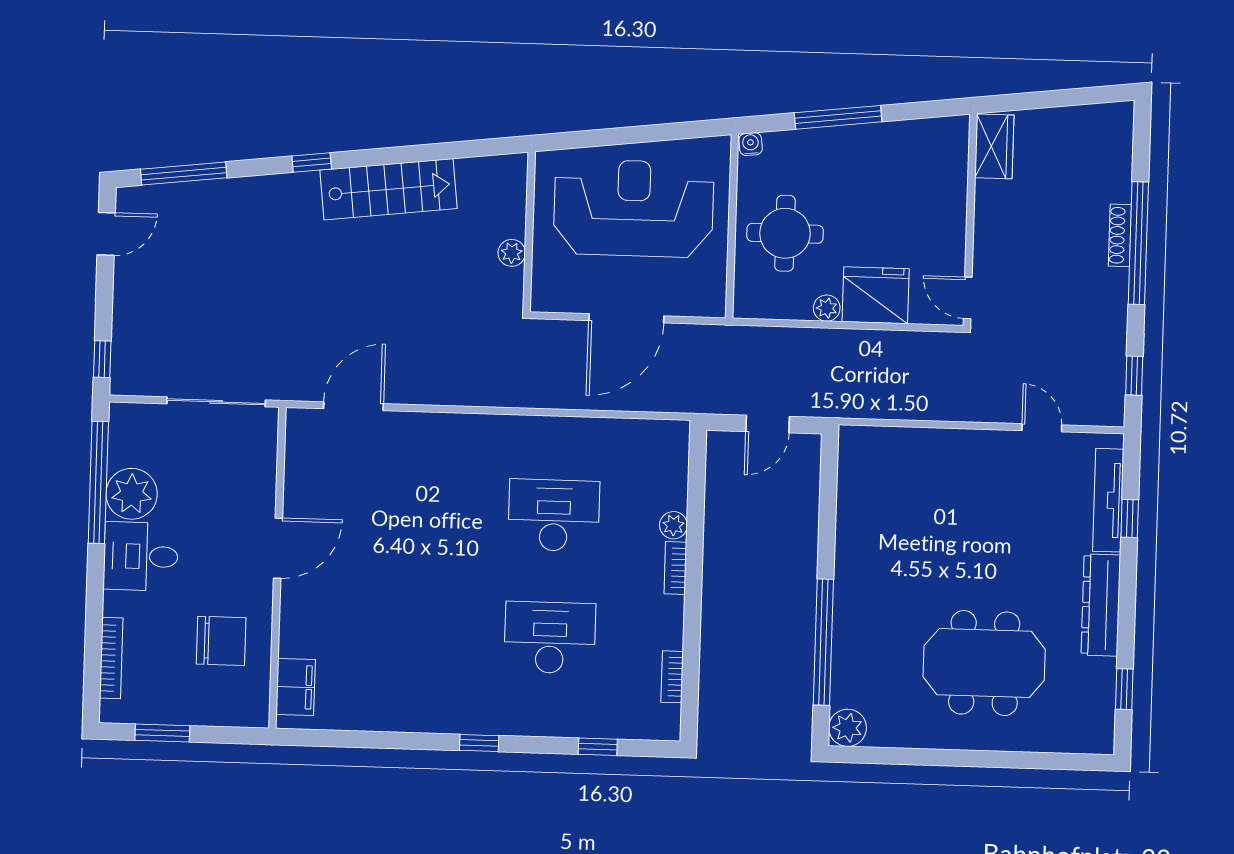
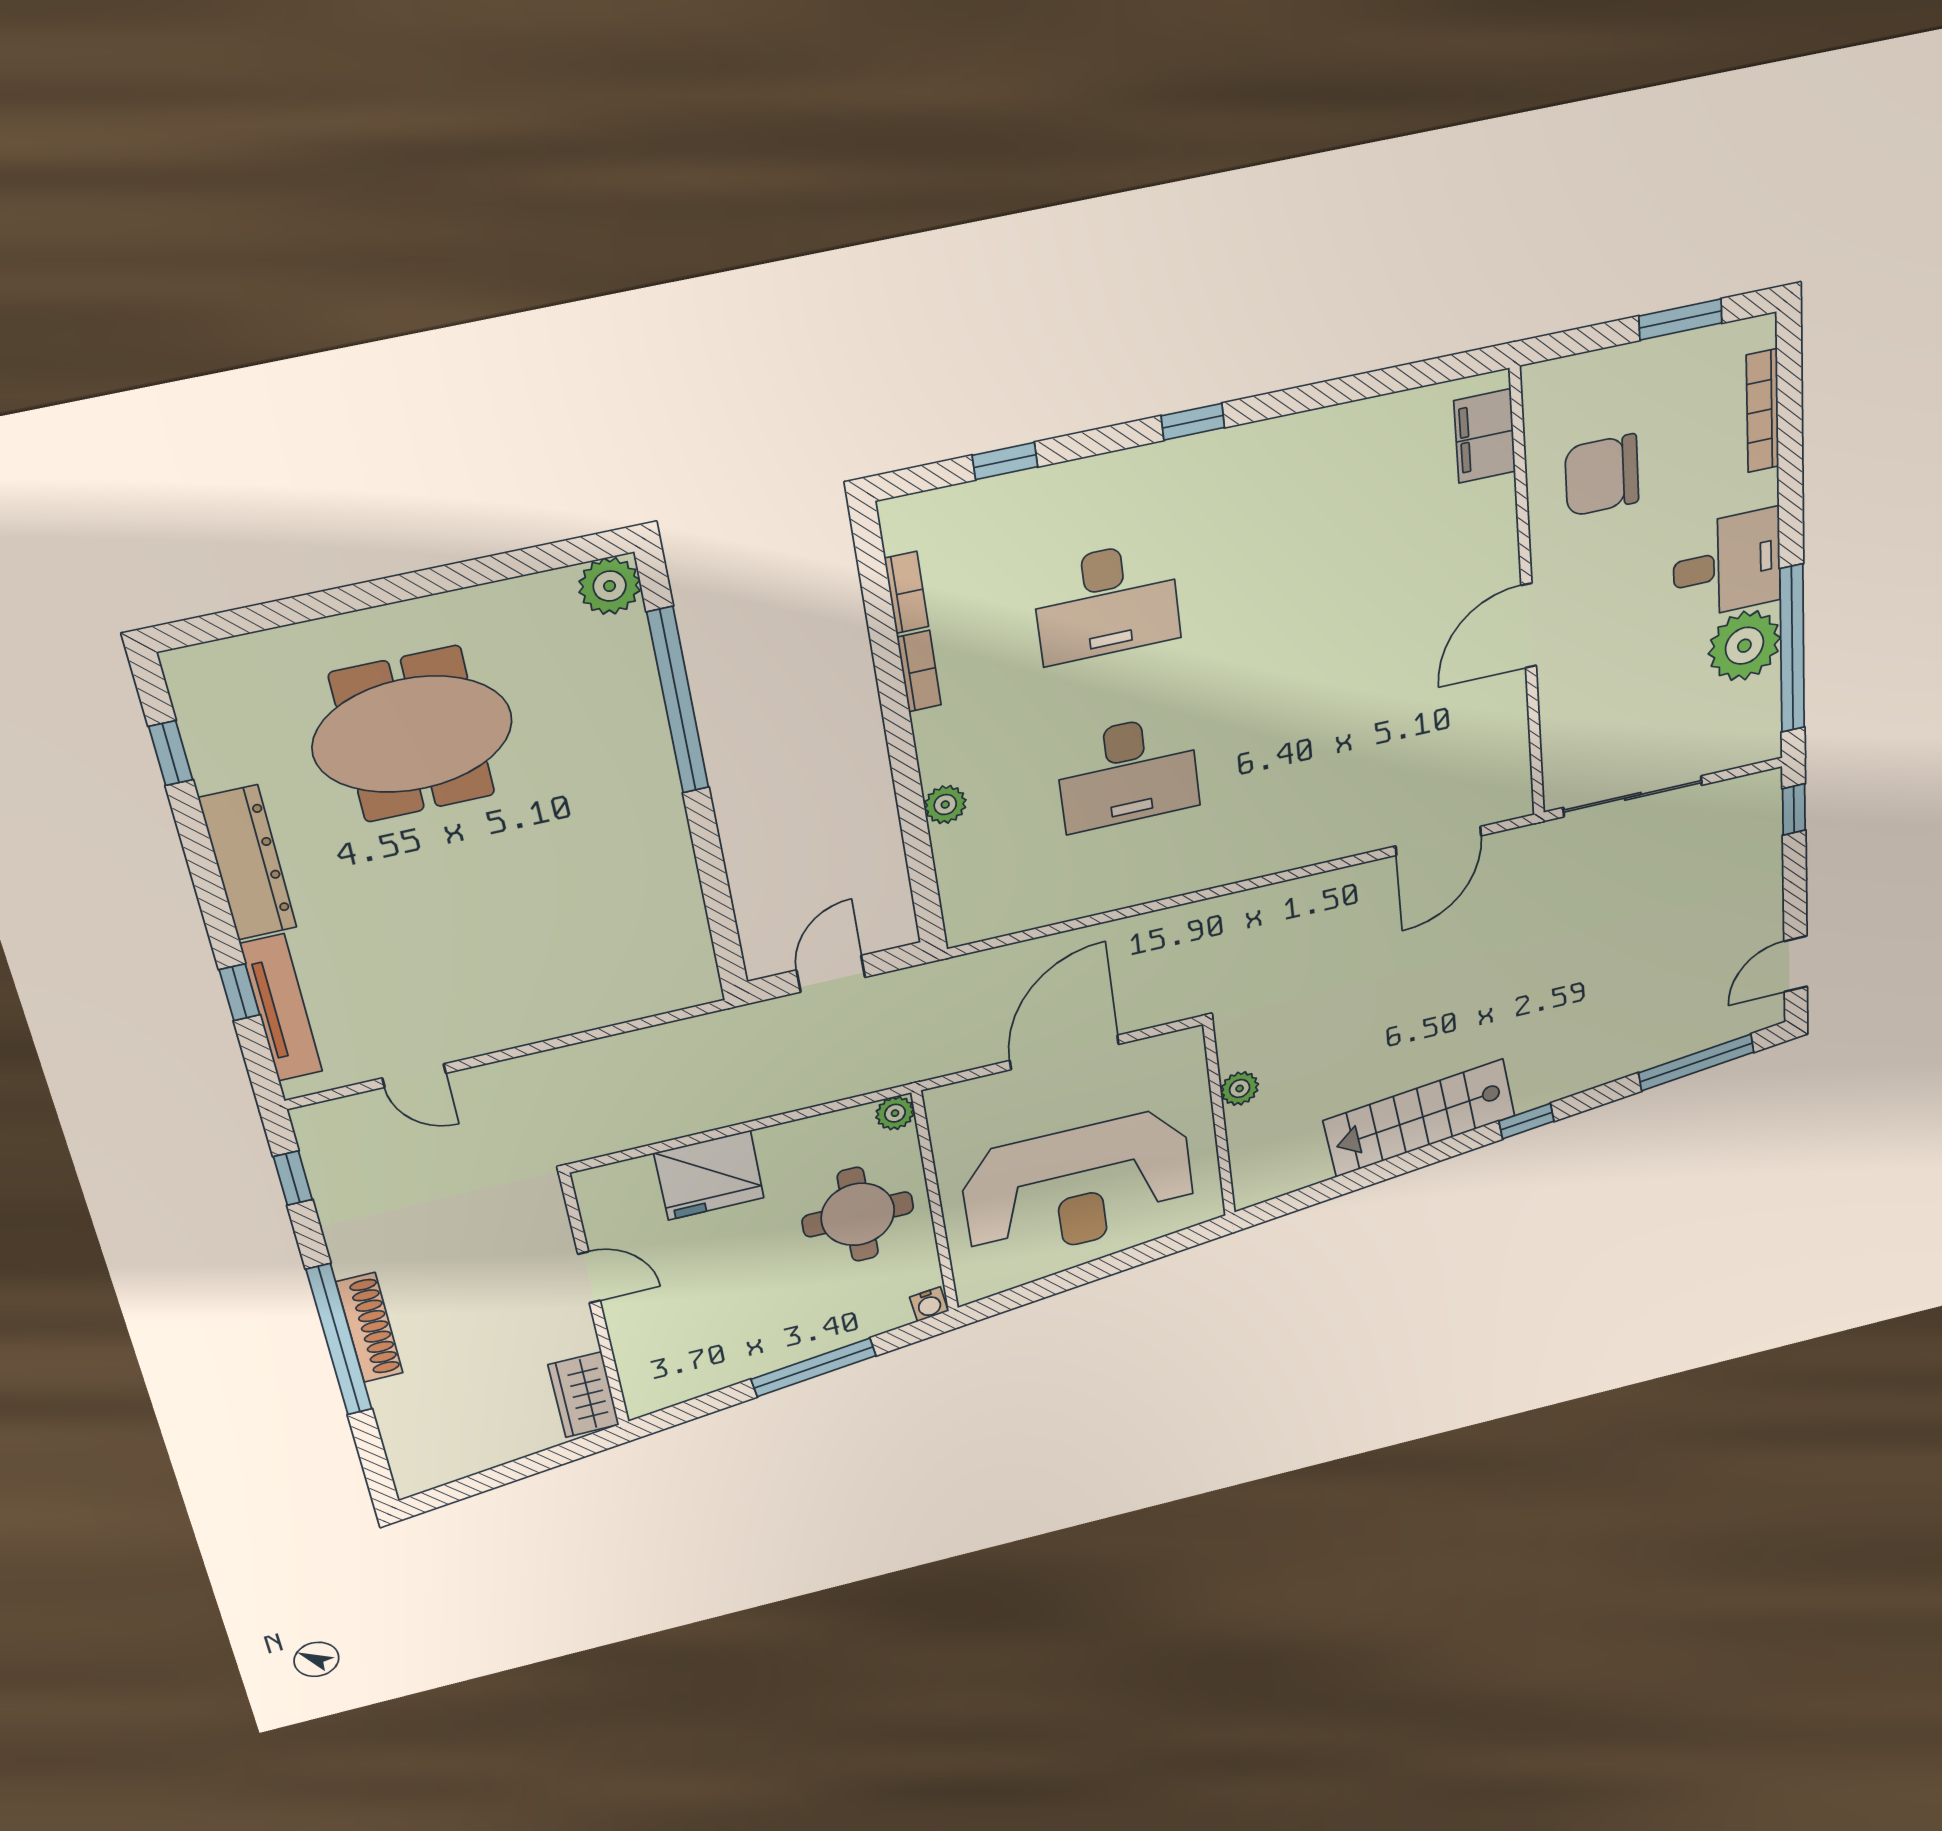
shoe rack: (1120, 235) -> (370, 1328), width x1.36, depth x1.24
door: (968, 298) -> (589, 1277), moved
plant: (827, 308) -> (895, 1113), moved
bookcase: (675, 568) -> (919, 671), moved

